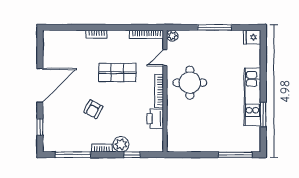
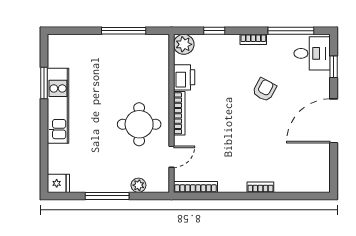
plant: (172, 36) -> (138, 185), moved
shop shelf: (117, 73) -> (233, 137), removed
desk: (57, 137) -> (312, 53), added
plant: (121, 144) -> (184, 44), moved
window: (235, 155) -> (124, 31), moved

